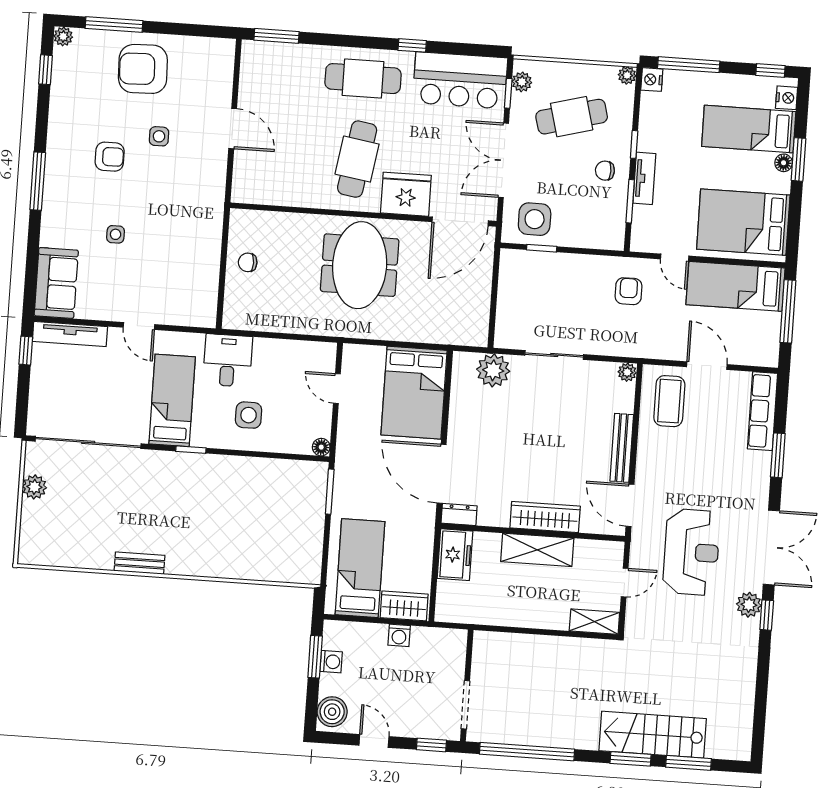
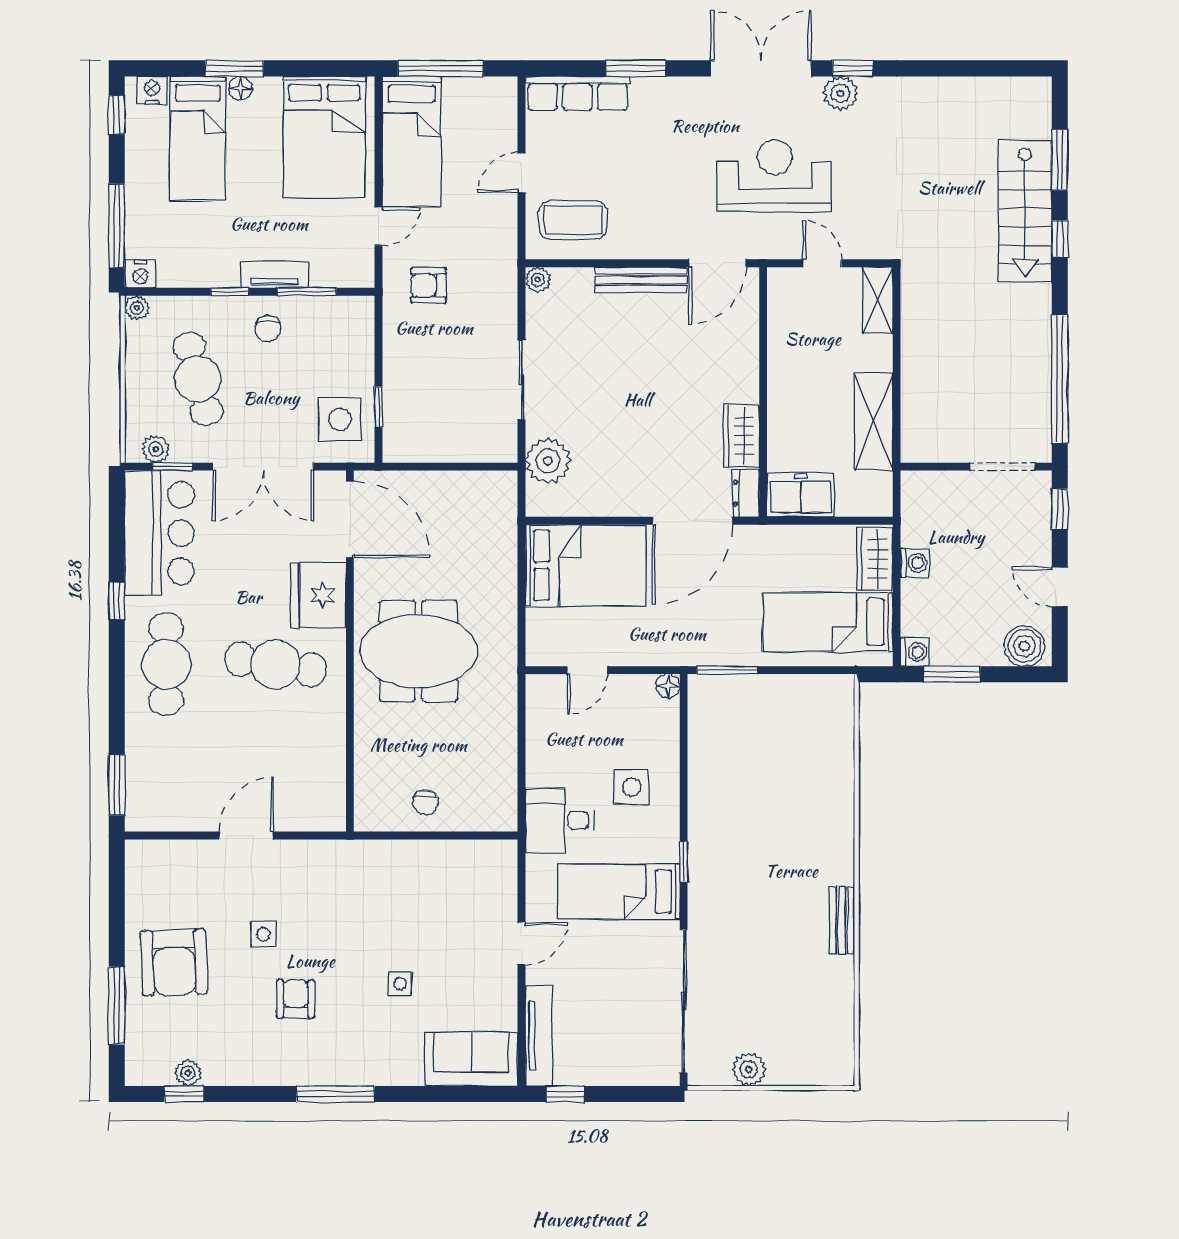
plant: (63, 36) -> (188, 1073), moved
door: (707, 366) -> (522, 173), width x0.73
wardrobe: (545, 517) -> (741, 436), moved, width x0.67
shelving: (537, 550) -> (874, 422), moved
washing machine: (331, 662) -> (915, 652), moved, turned 90
door: (374, 741) -> (1060, 587), hinge flipped
window: (631, 759) -> (1060, 239), width x0.67

